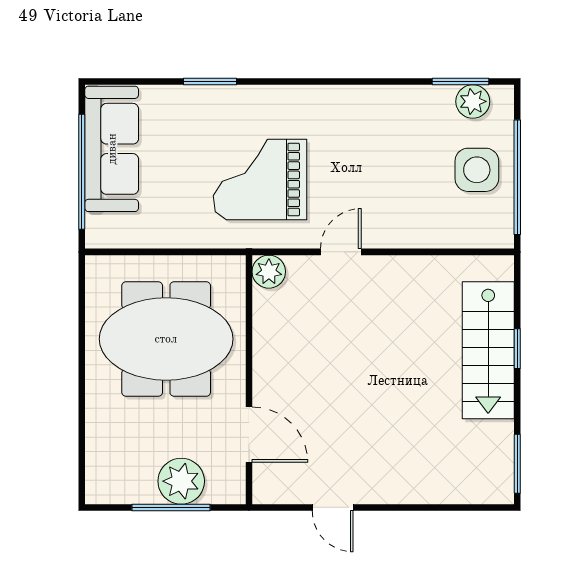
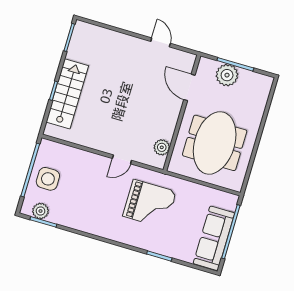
plant: (269, 272) -> (162, 147), moved
meeting table: (166, 339) -> (215, 143), turned 90

